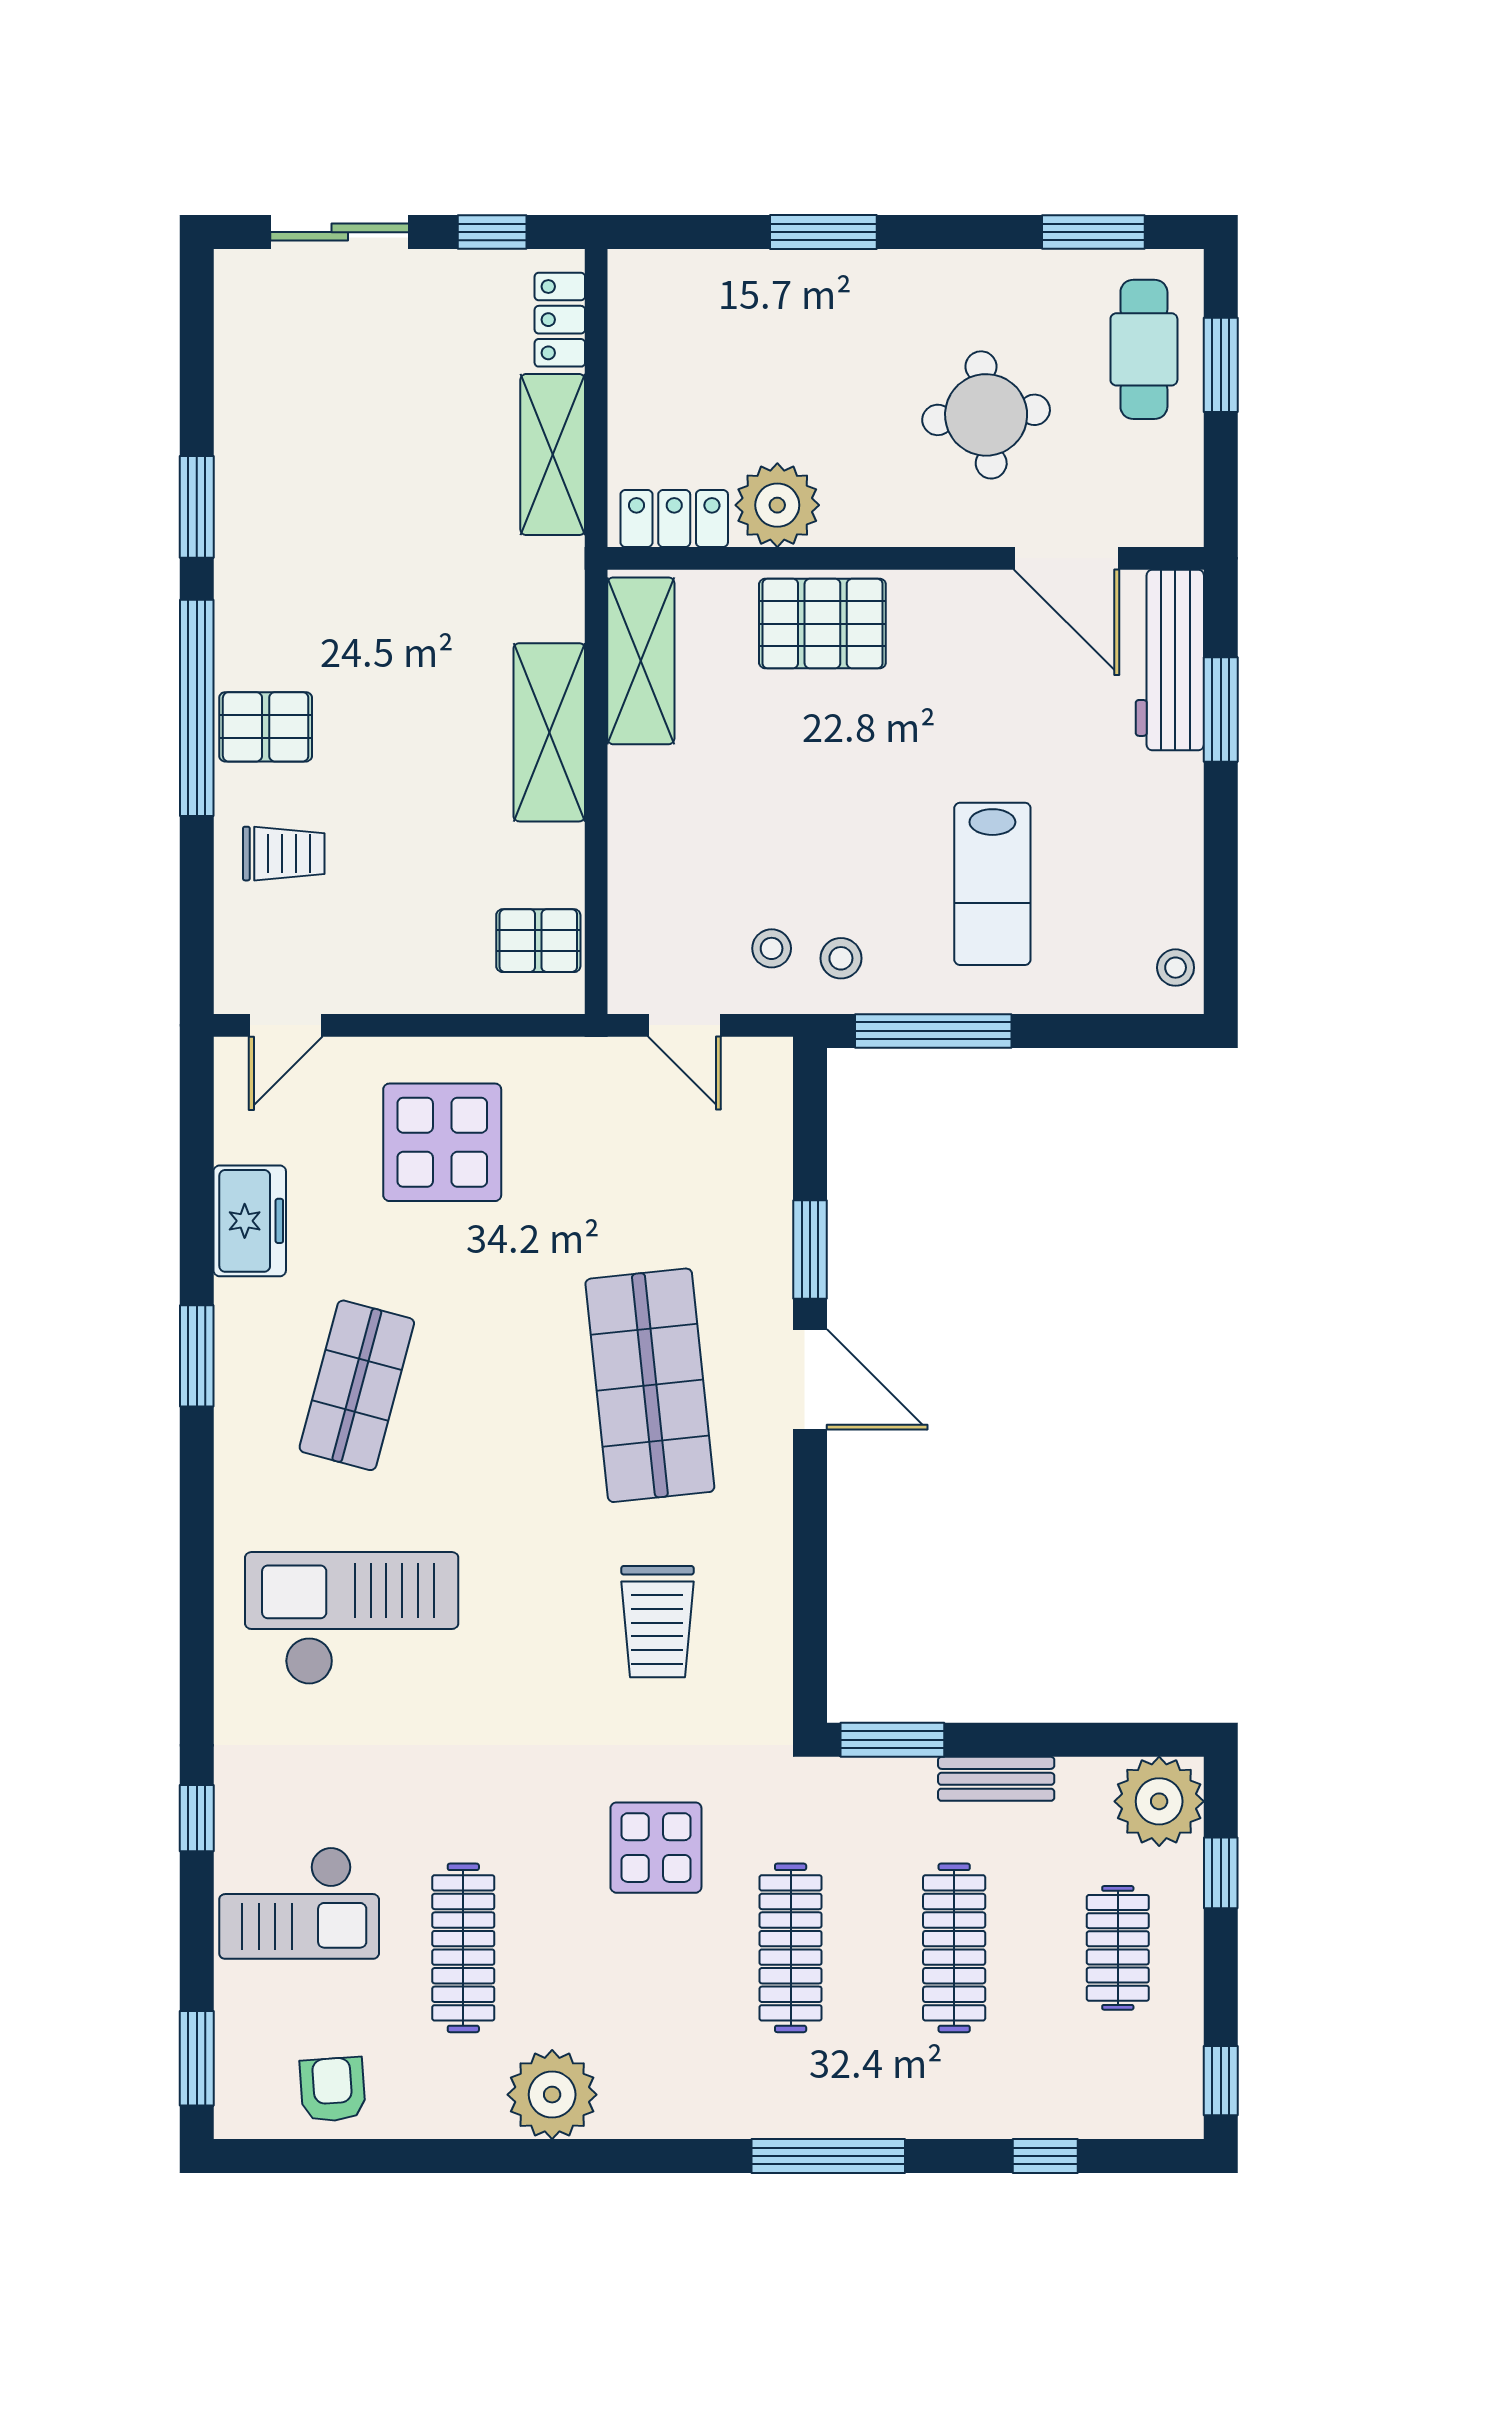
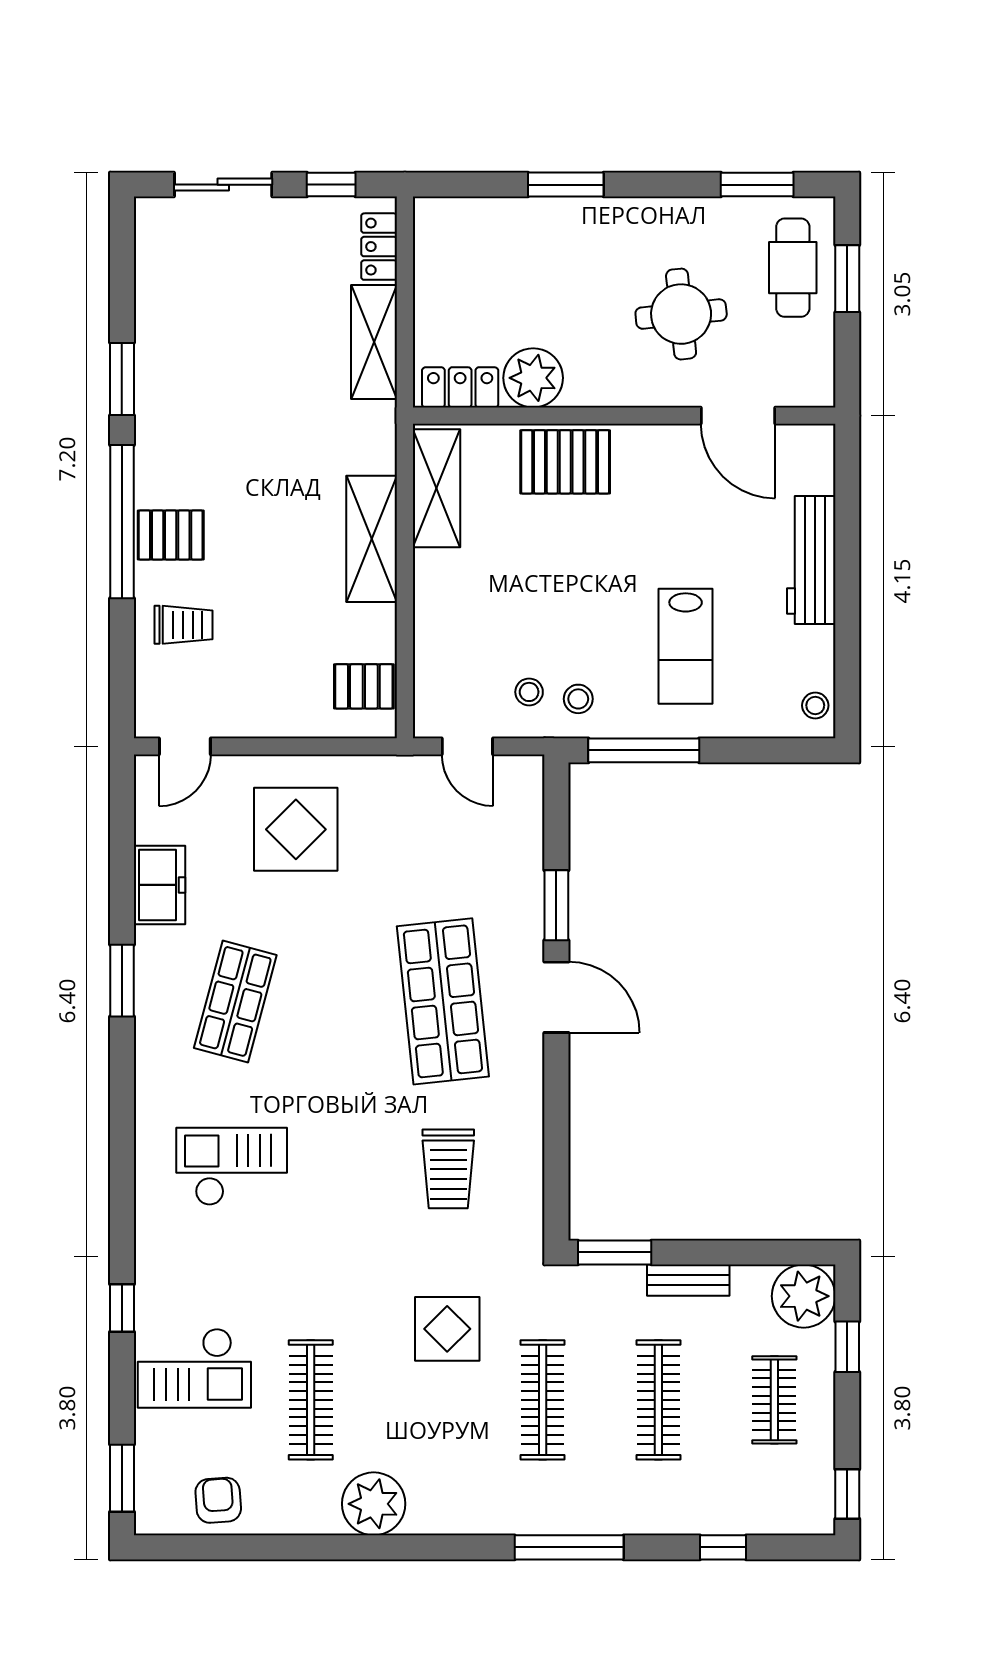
workbench: (1170, 660) -> (811, 560), moved
window: (1221, 710) -> (847, 523), removed
checkout: (352, 1618) -> (232, 1167), width x0.73, depth x0.83

